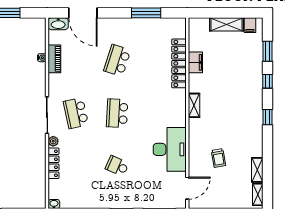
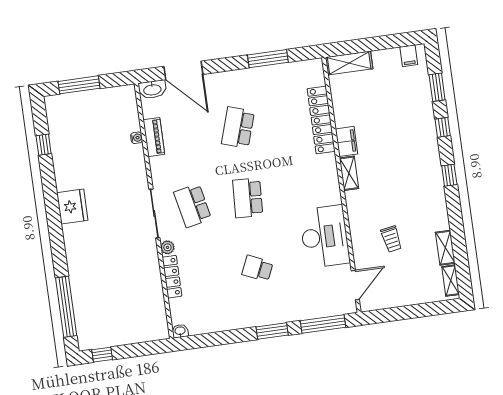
shelving: (226, 24) -> (349, 63), moved
filing cabinet: (195, 62) -> (346, 141), moved

